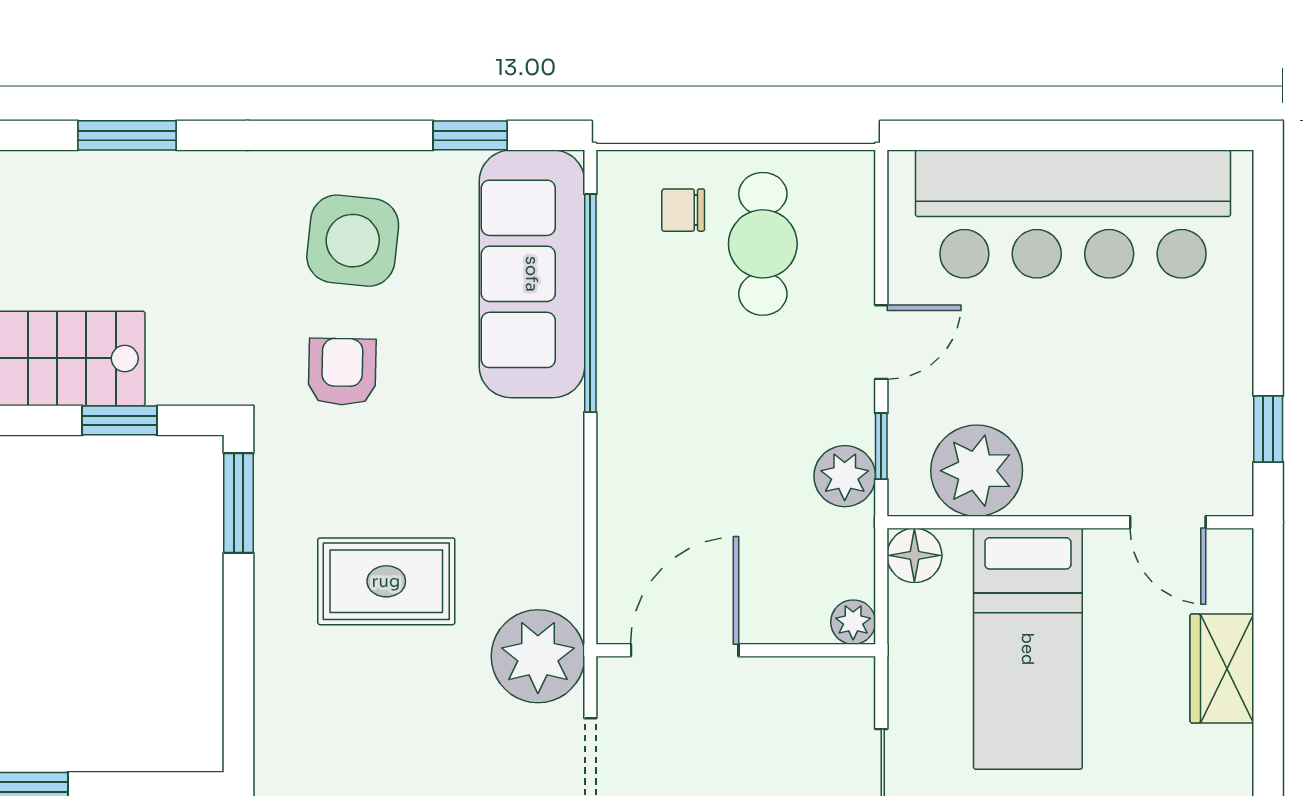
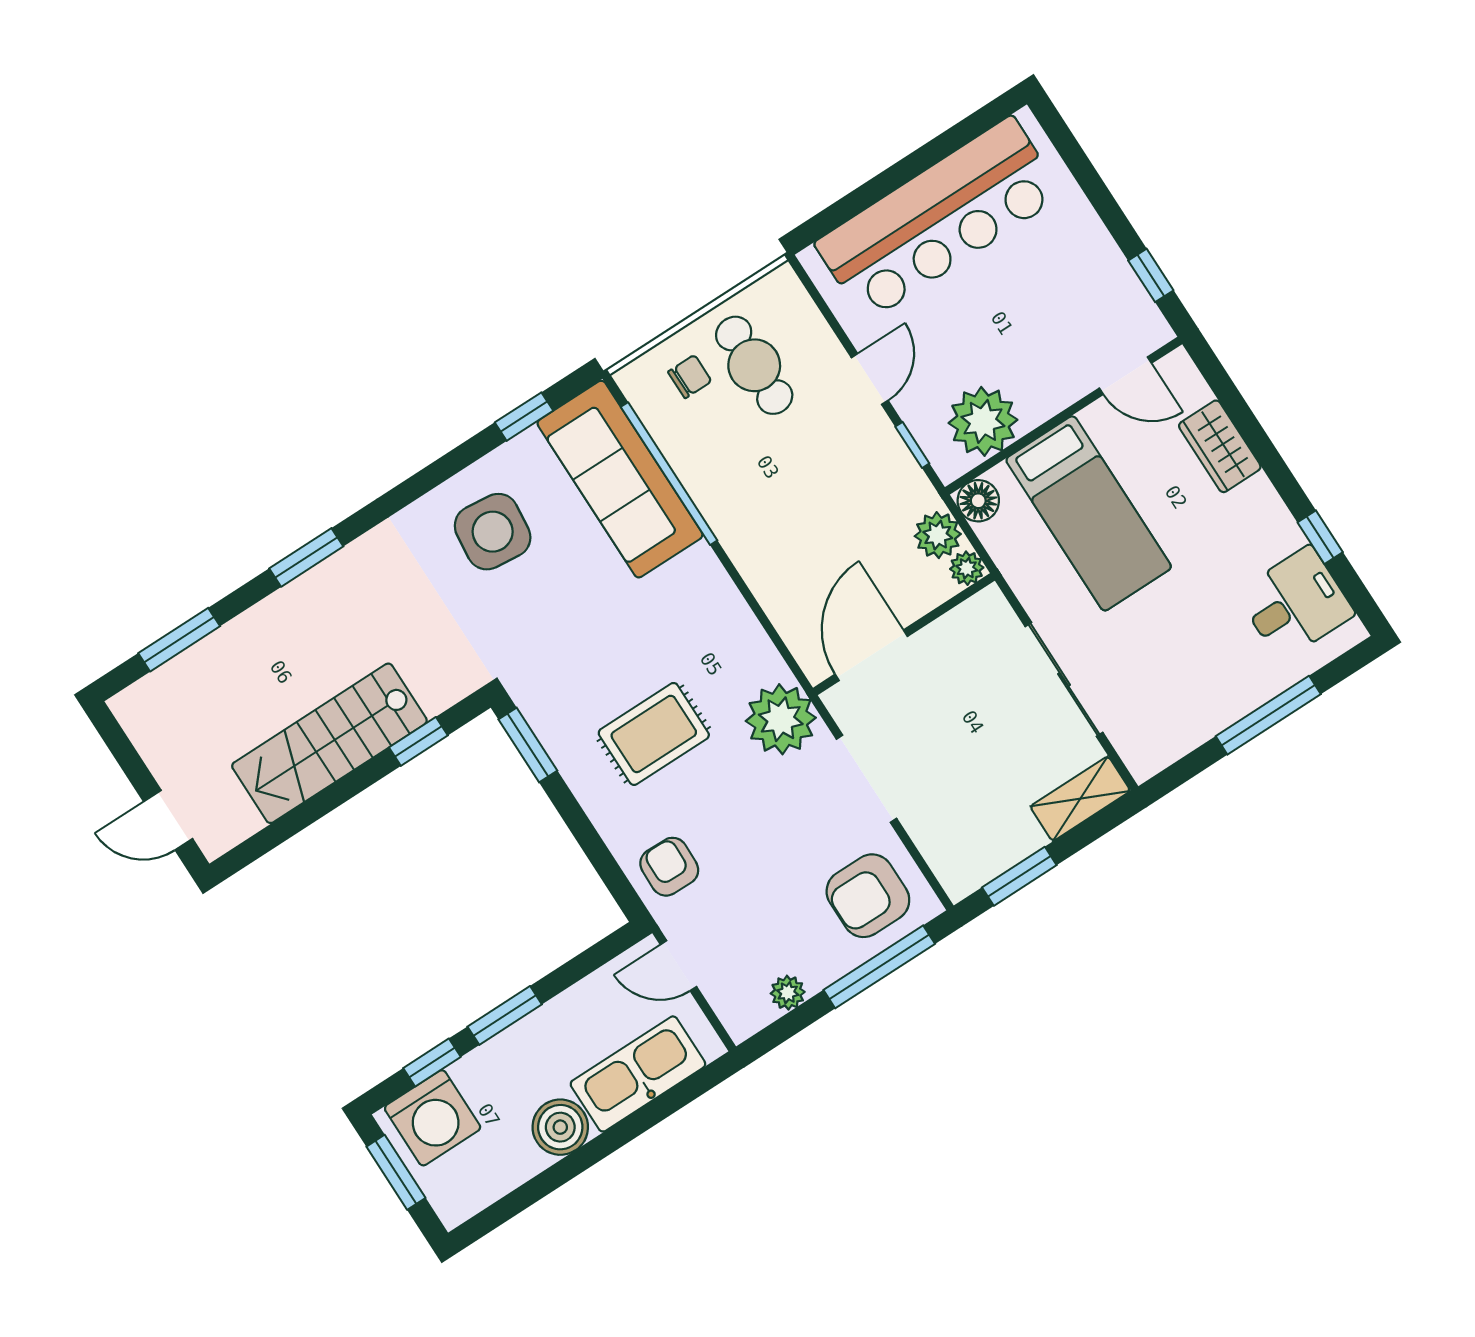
chair: (683, 210) -> (690, 377), turned 180
armchair: (342, 372) -> (669, 867), moved
plant: (845, 476) -> (938, 535), moved

